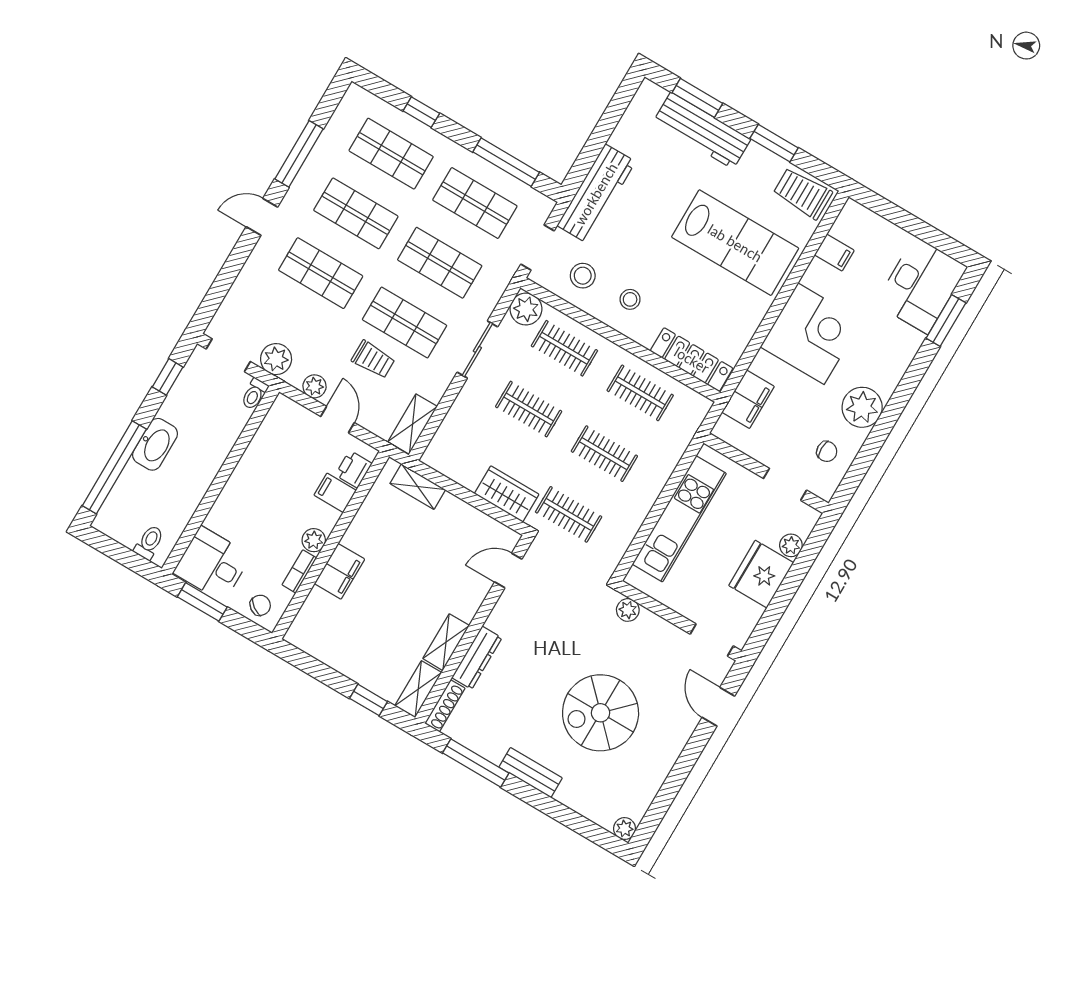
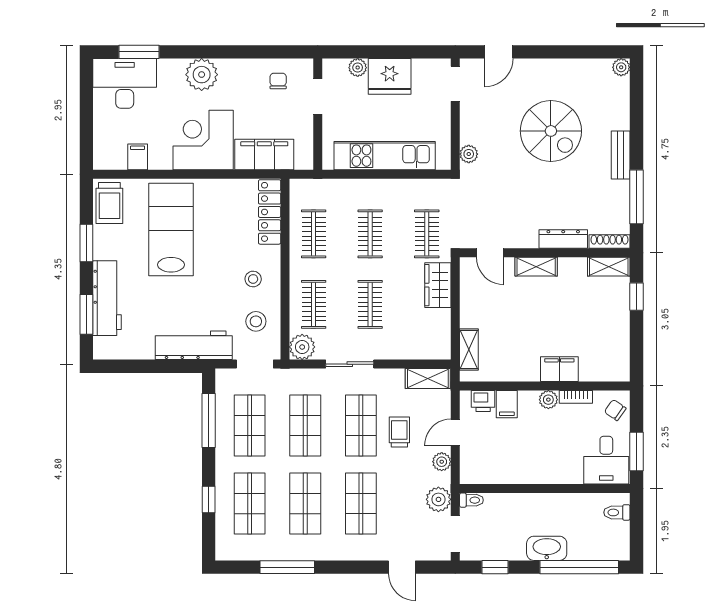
door: (262, 217) -> (402, 567), moved
filing cabinet: (748, 399) -> (264, 155), width x1.50, depth x1.17
plant: (862, 407) -> (202, 75), moved
shelving: (446, 642) -> (536, 267), moved

